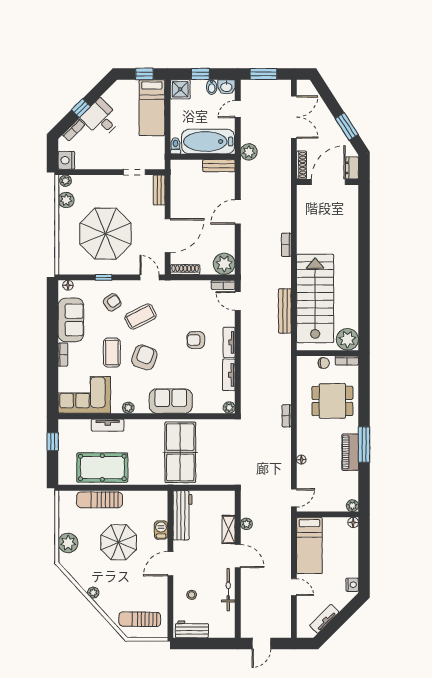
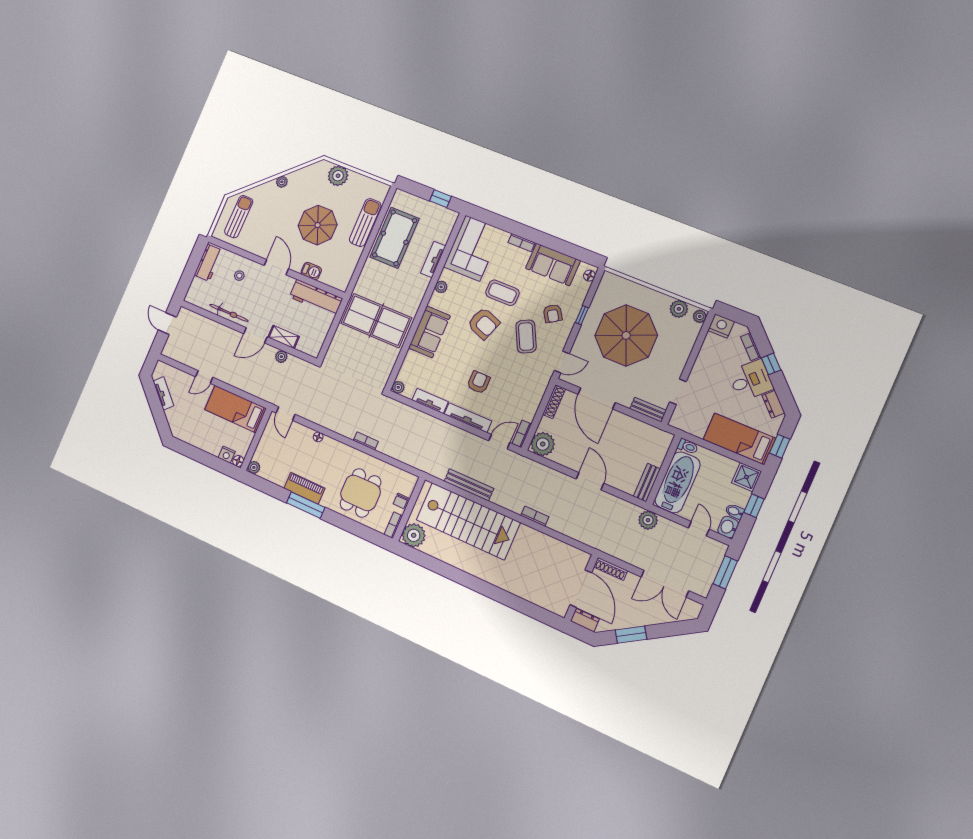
dresser: (113, 93) -> (773, 404), added
tv unit: (229, 342) -> (468, 418), width x1.41
nightstand: (352, 585) -> (227, 455), moved

